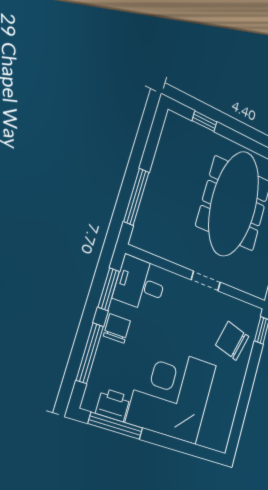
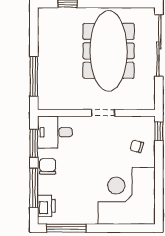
chair: (232, 341) -> (137, 146), width x0.54, depth x0.54
corner desk: (172, 393) -> (127, 196), moved
printer: (113, 405) -> (46, 206), moved, turned 90

